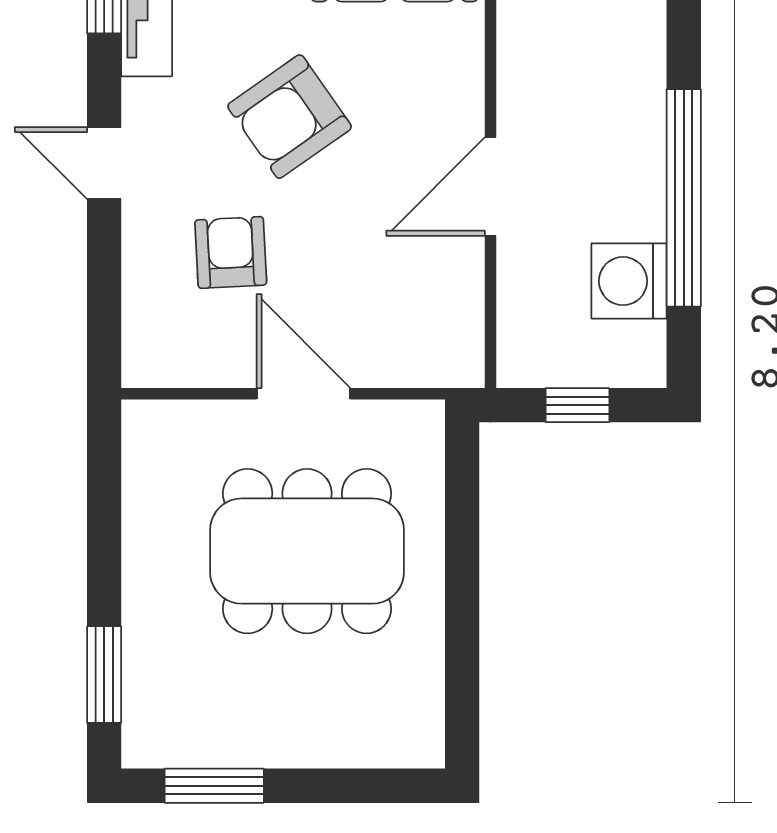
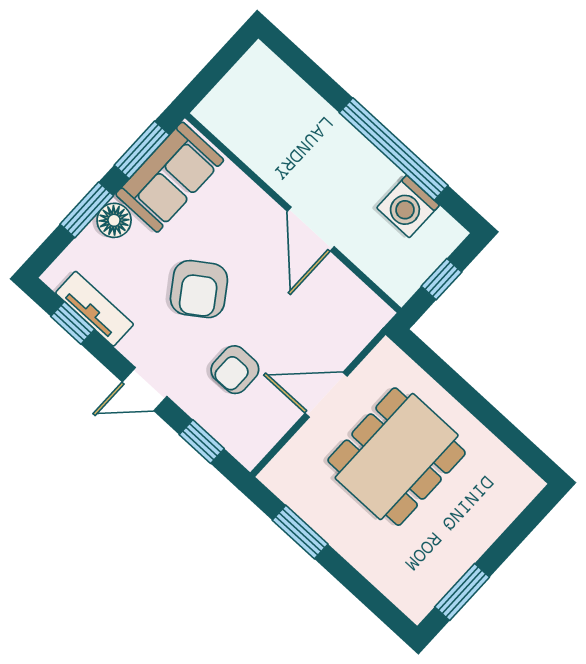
armchair: (231, 252) -> (235, 370), turned -87
window: (104, 293) -> (202, 442), added
window: (104, 674) -> (300, 532), moved

